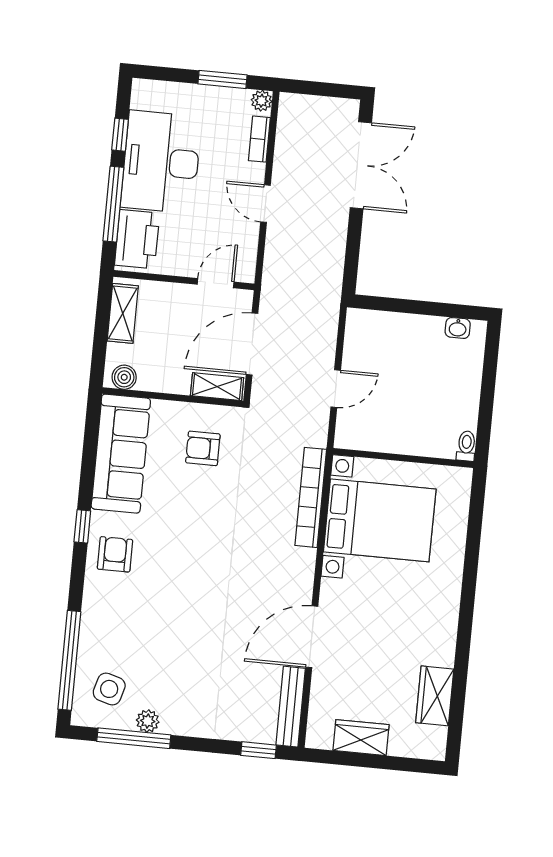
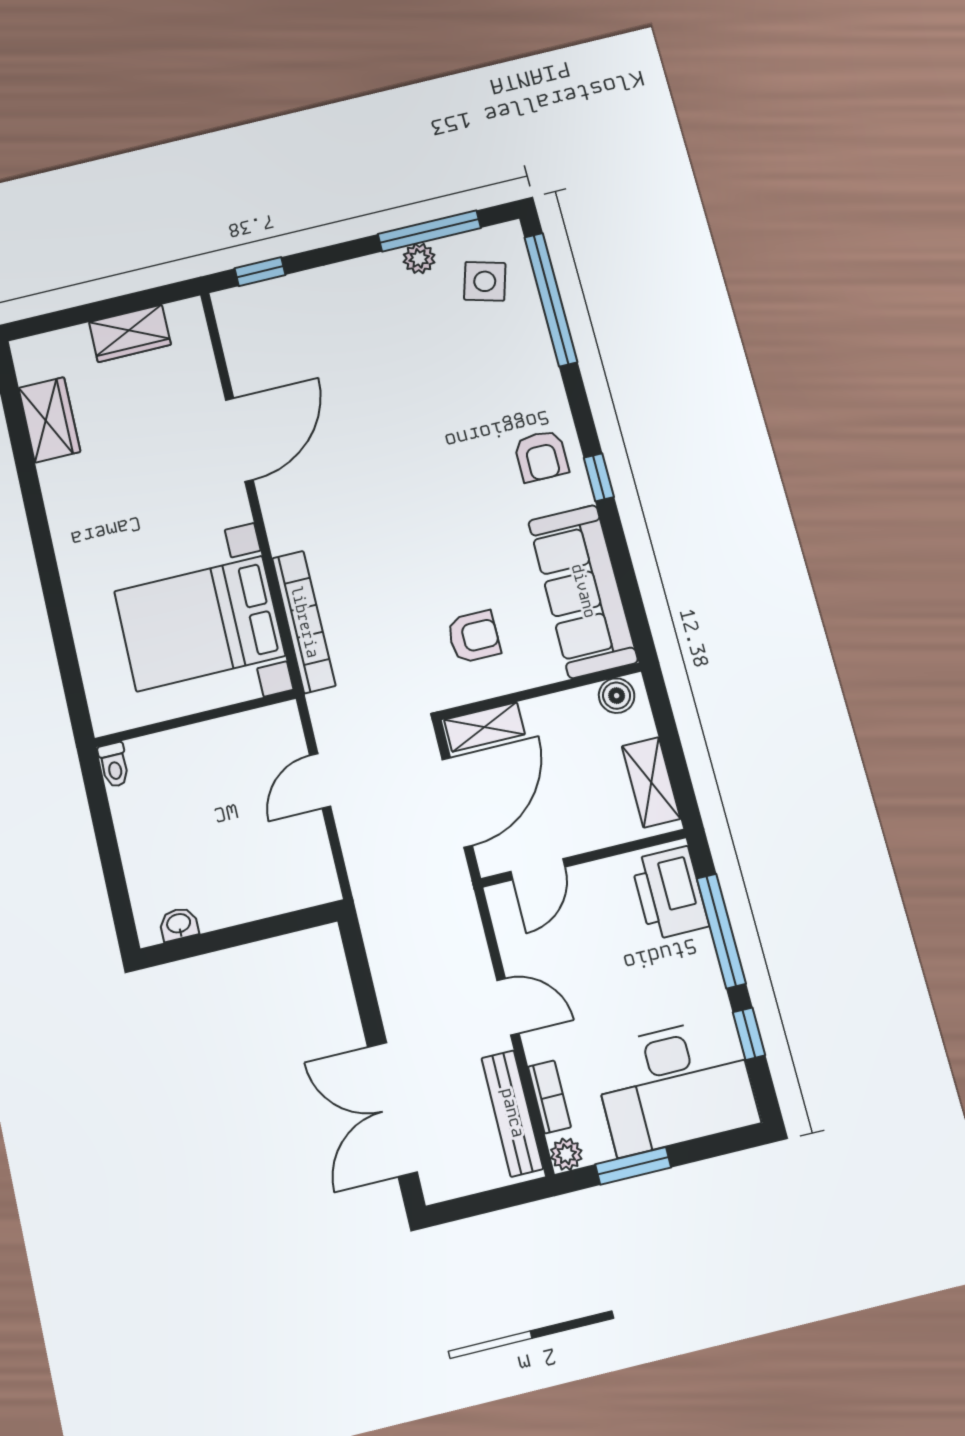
desk: (161, 162) -> (675, 1086), moved, turned 90
bench: (291, 707) -> (512, 1113), moved

